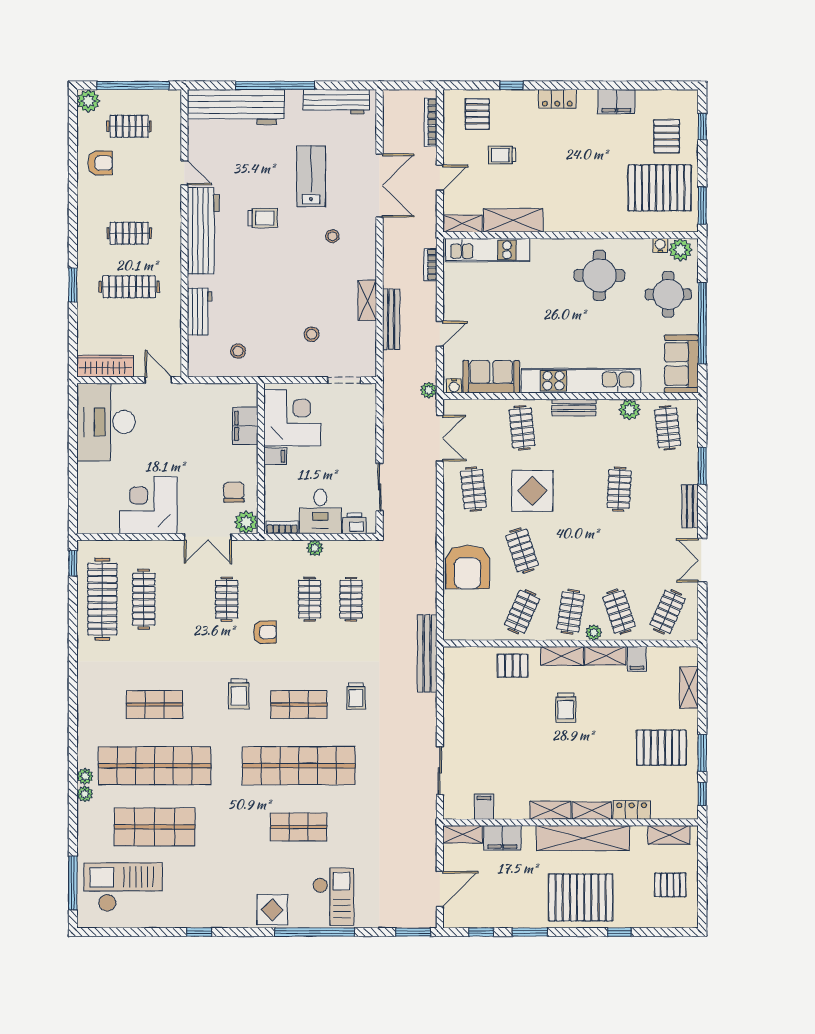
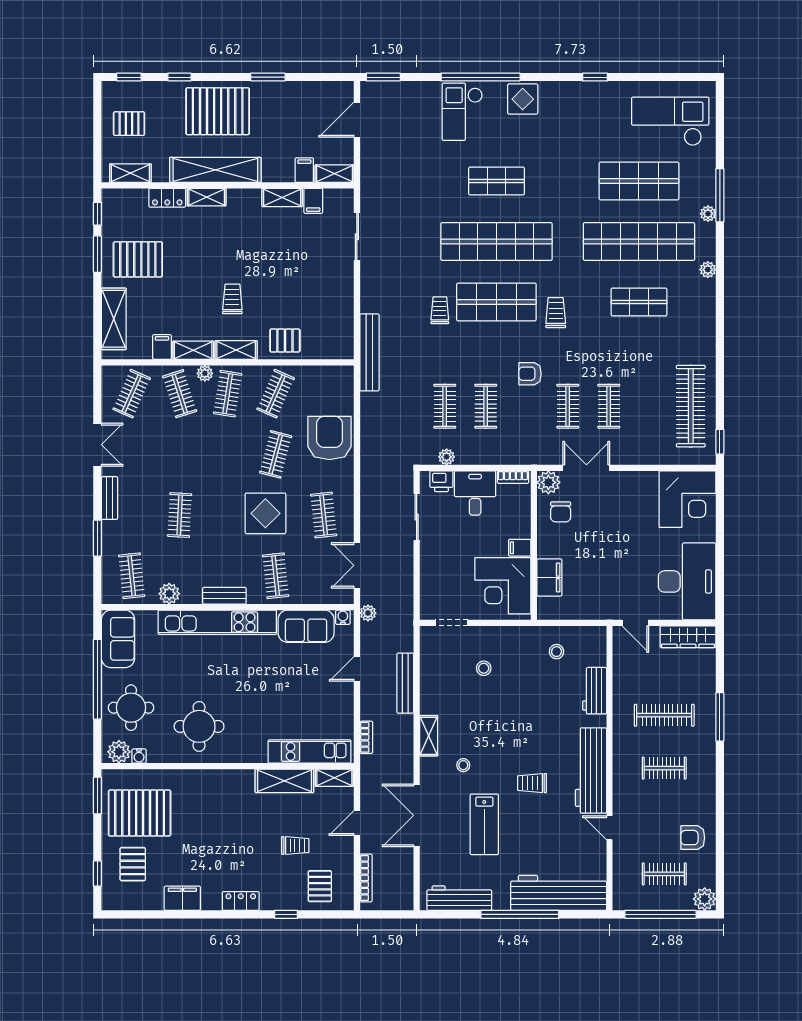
window: (73, 285) -> (720, 717), width x1.44
shelving: (367, 300) -> (429, 736), moved
corner desk: (148, 505) -> (688, 499), moved
plant: (315, 548) -> (447, 457), moved
clothes rail: (522, 550) -> (276, 454), turned 33
clothes rail: (144, 599) -> (609, 406), moved, width x0.73
shelving: (689, 687) -> (114, 319), width x1.50, depth x1.33
shop shelf: (299, 705) -> (496, 302), width x1.43, depth x1.36
plant: (85, 776) -> (708, 270), moved
shelving: (550, 810) -> (282, 197), moved
filing cabinet: (502, 838) -> (304, 170), width x0.50
window: (73, 883) -> (720, 195), moved
checkout: (123, 887) -> (670, 121), turned 180
window: (481, 932) -> (129, 77), moved

